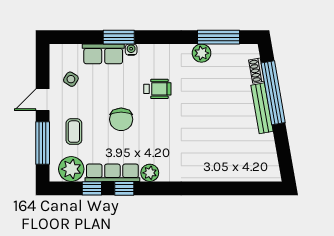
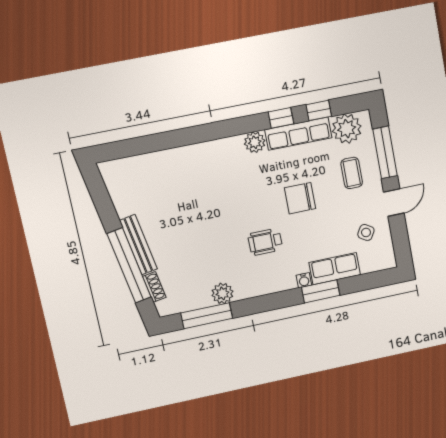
chair: (121, 119) -> (300, 198), turned -90

